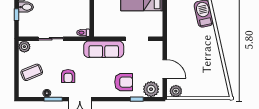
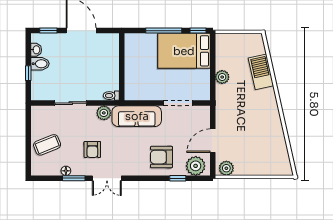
plant: (172, 18) -> (222, 77), added
plant: (24, 47) -> (104, 113), moved
door: (165, 69) -> (213, 141), swing flipped
armchair: (124, 82) -> (161, 157), turned 180

